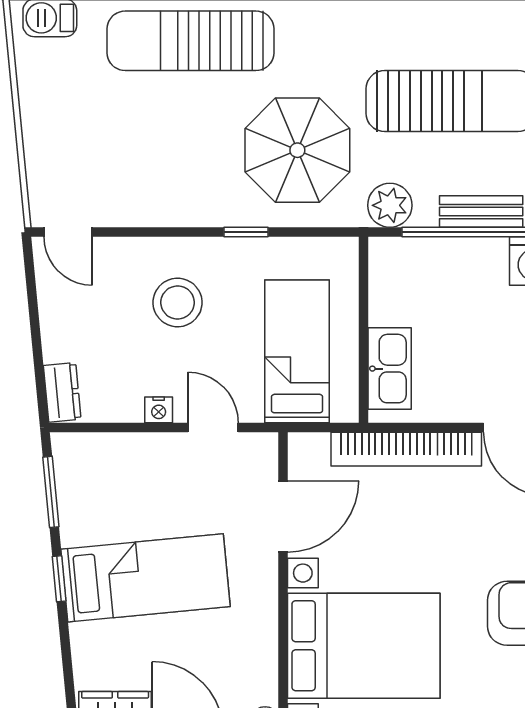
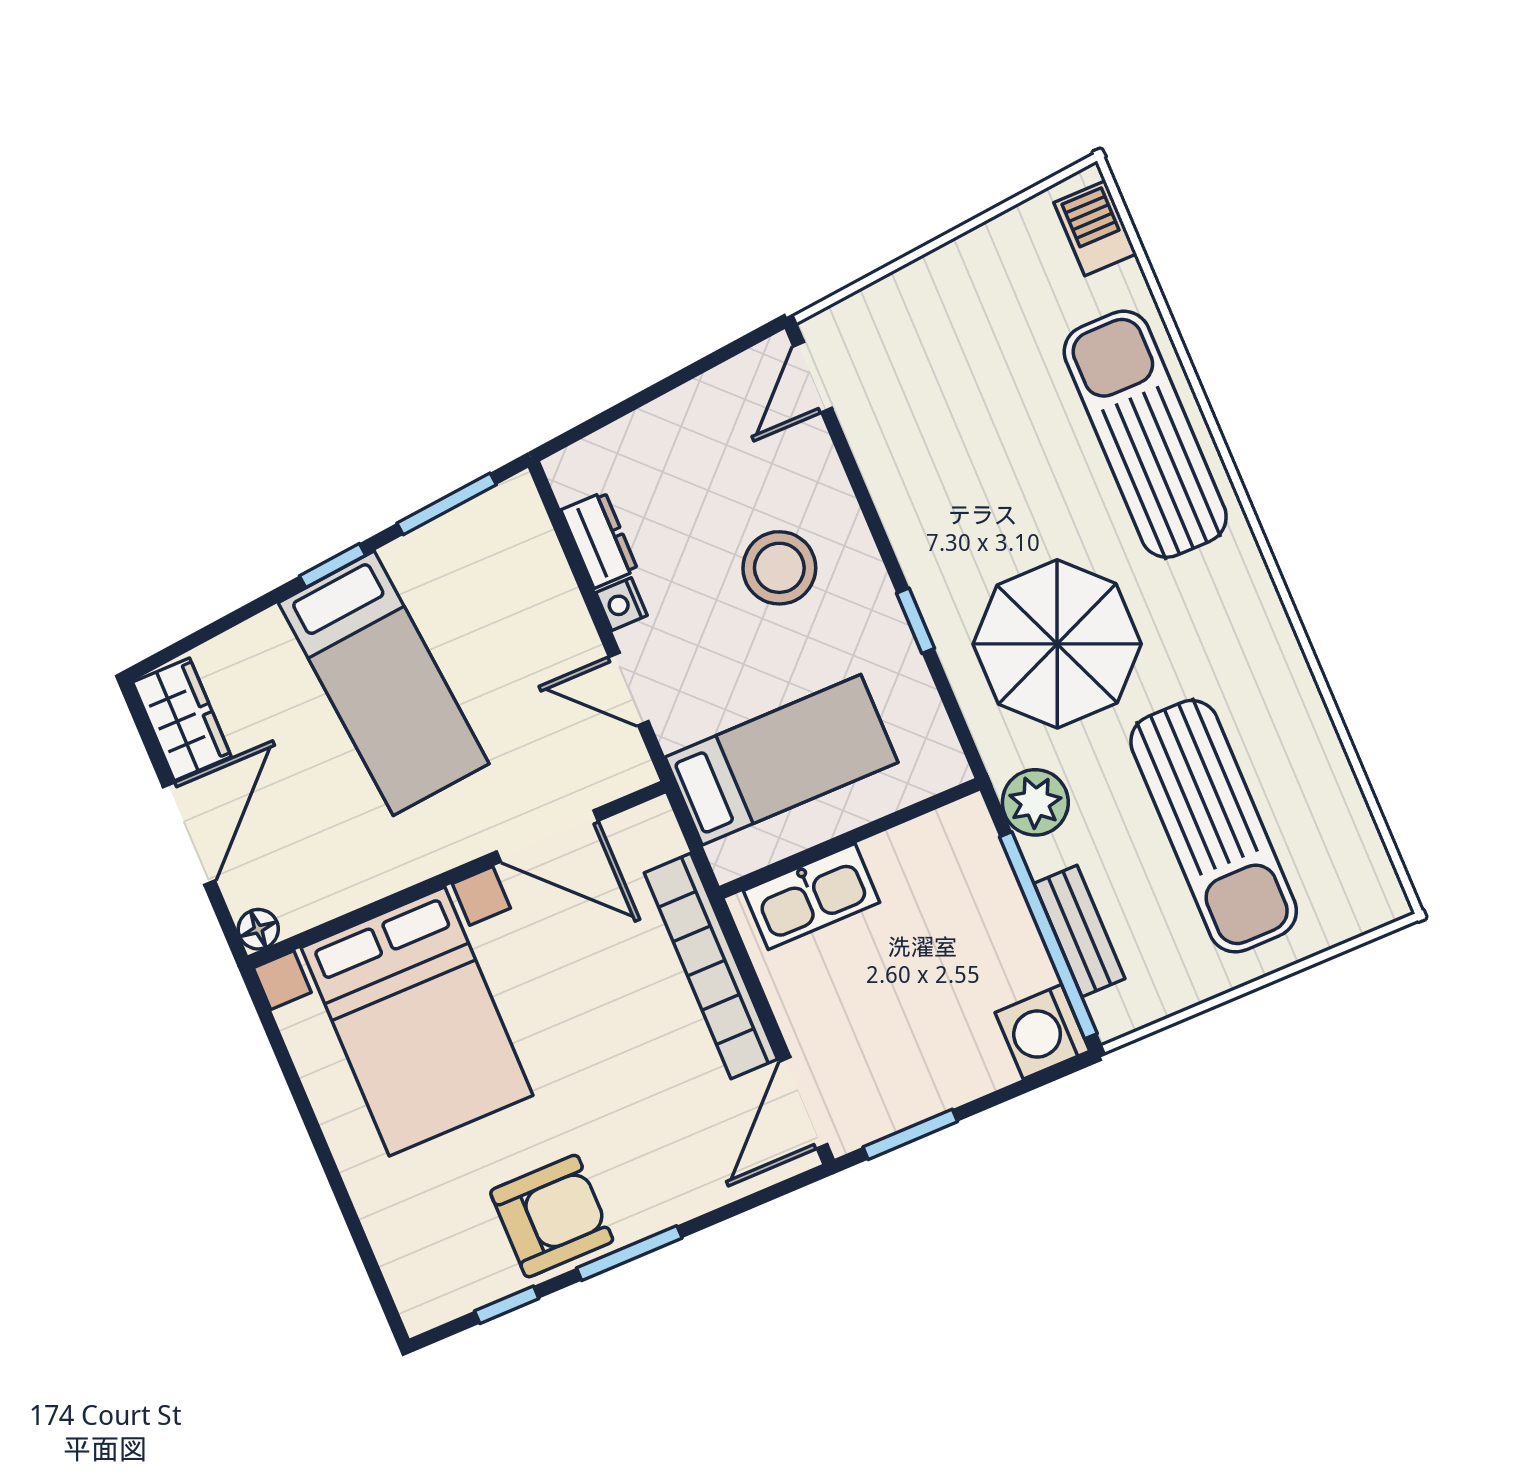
dresser: (62, 392) -> (599, 540), moved, turned -85
door: (213, 427) -> (629, 689), swing flipped

